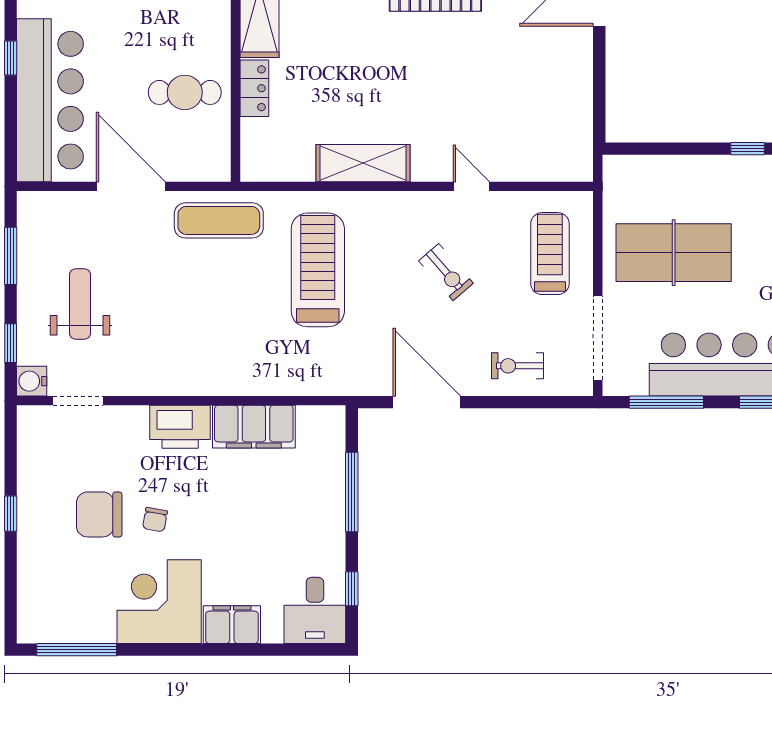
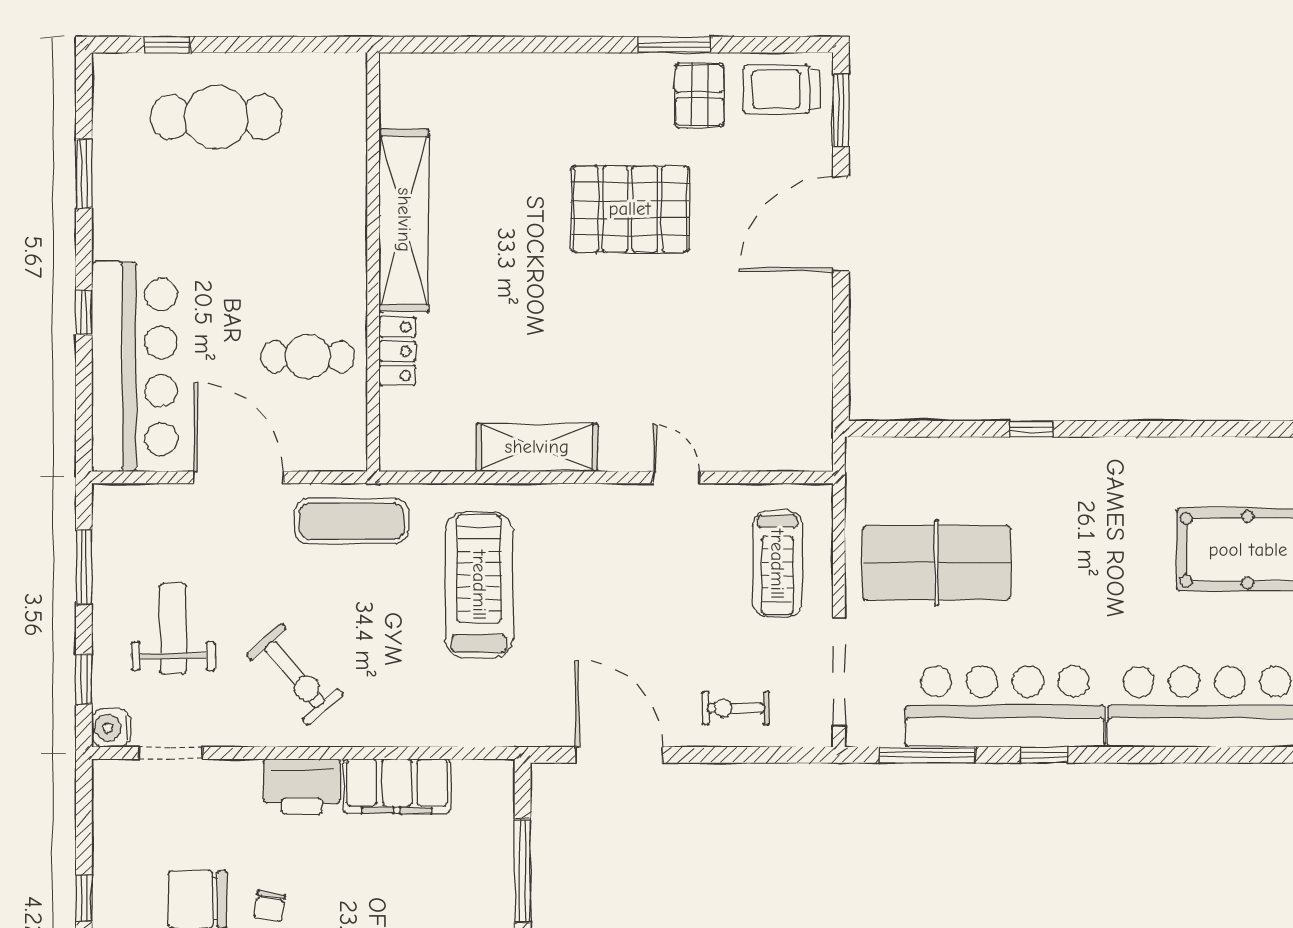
treadmill: (550, 254) -> (777, 564), turned 180
exercise bike: (446, 272) -> (295, 675), moved, width x1.38, depth x1.39

